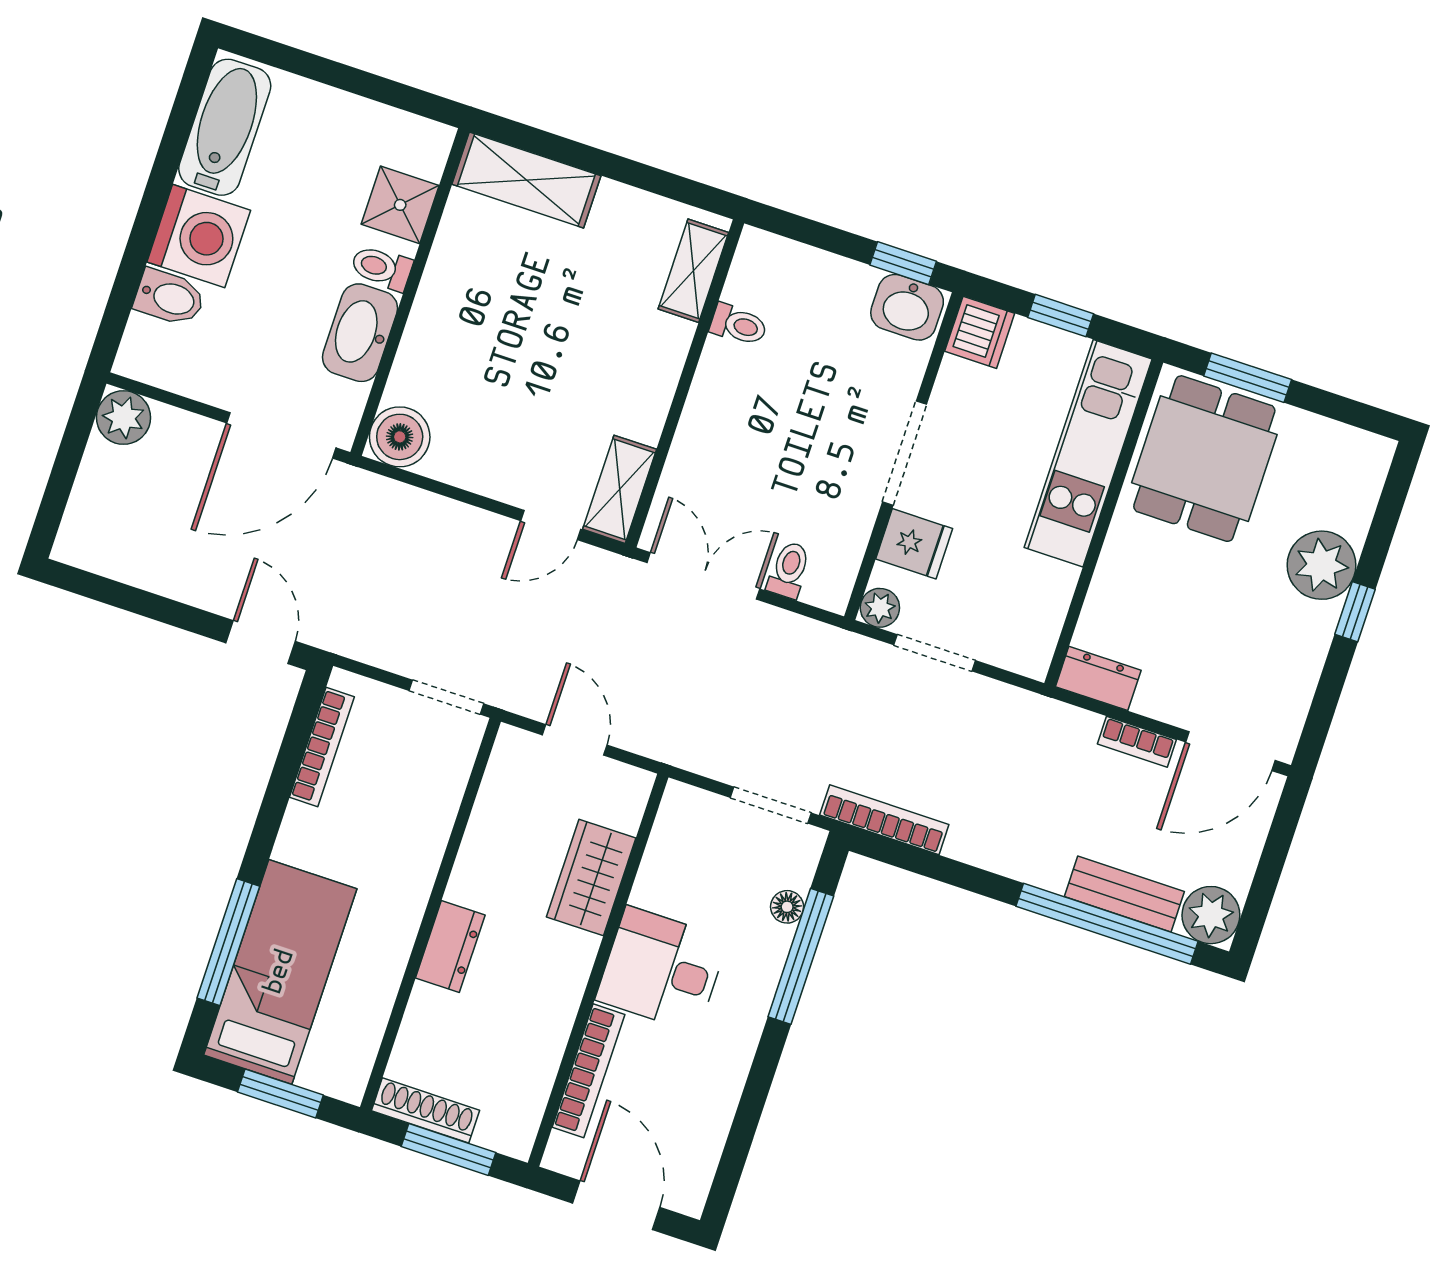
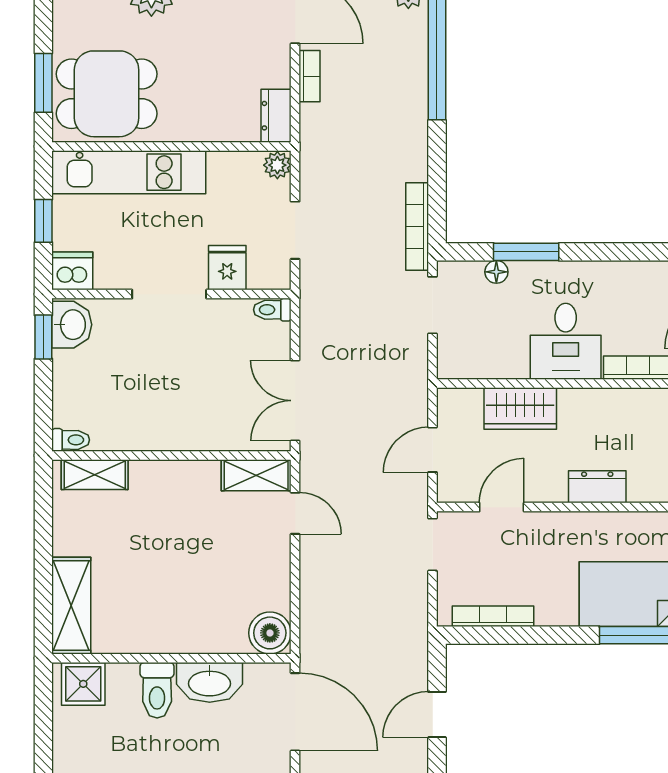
shower: (400, 205) -> (83, 684), moved
toilet: (382, 268) -> (157, 690), width x1.37, depth x1.39
toilet: (739, 325) -> (71, 440), moved, turned 90
toilet: (789, 570) -> (272, 310), moved
plant: (880, 608) -> (277, 165), moved
door: (261, 642) -> (437, 715), moved
door: (466, 808) -> (502, 507), added
bench: (1124, 894) -> (413, 51), removed
window: (801, 956) -> (526, 252), width x0.69

